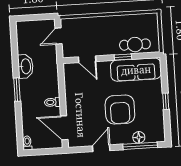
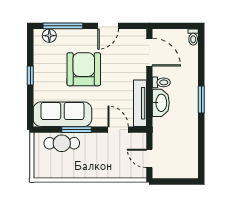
door: (59, 36) -> (149, 158), swing flipped
window: (123, 57) -> (77, 130), width x1.50
washbasin: (25, 66) -> (161, 103), moved, turned 180
tv unit: (70, 83) -> (140, 103), added
floor lamp: (139, 137) -> (49, 36), moved

